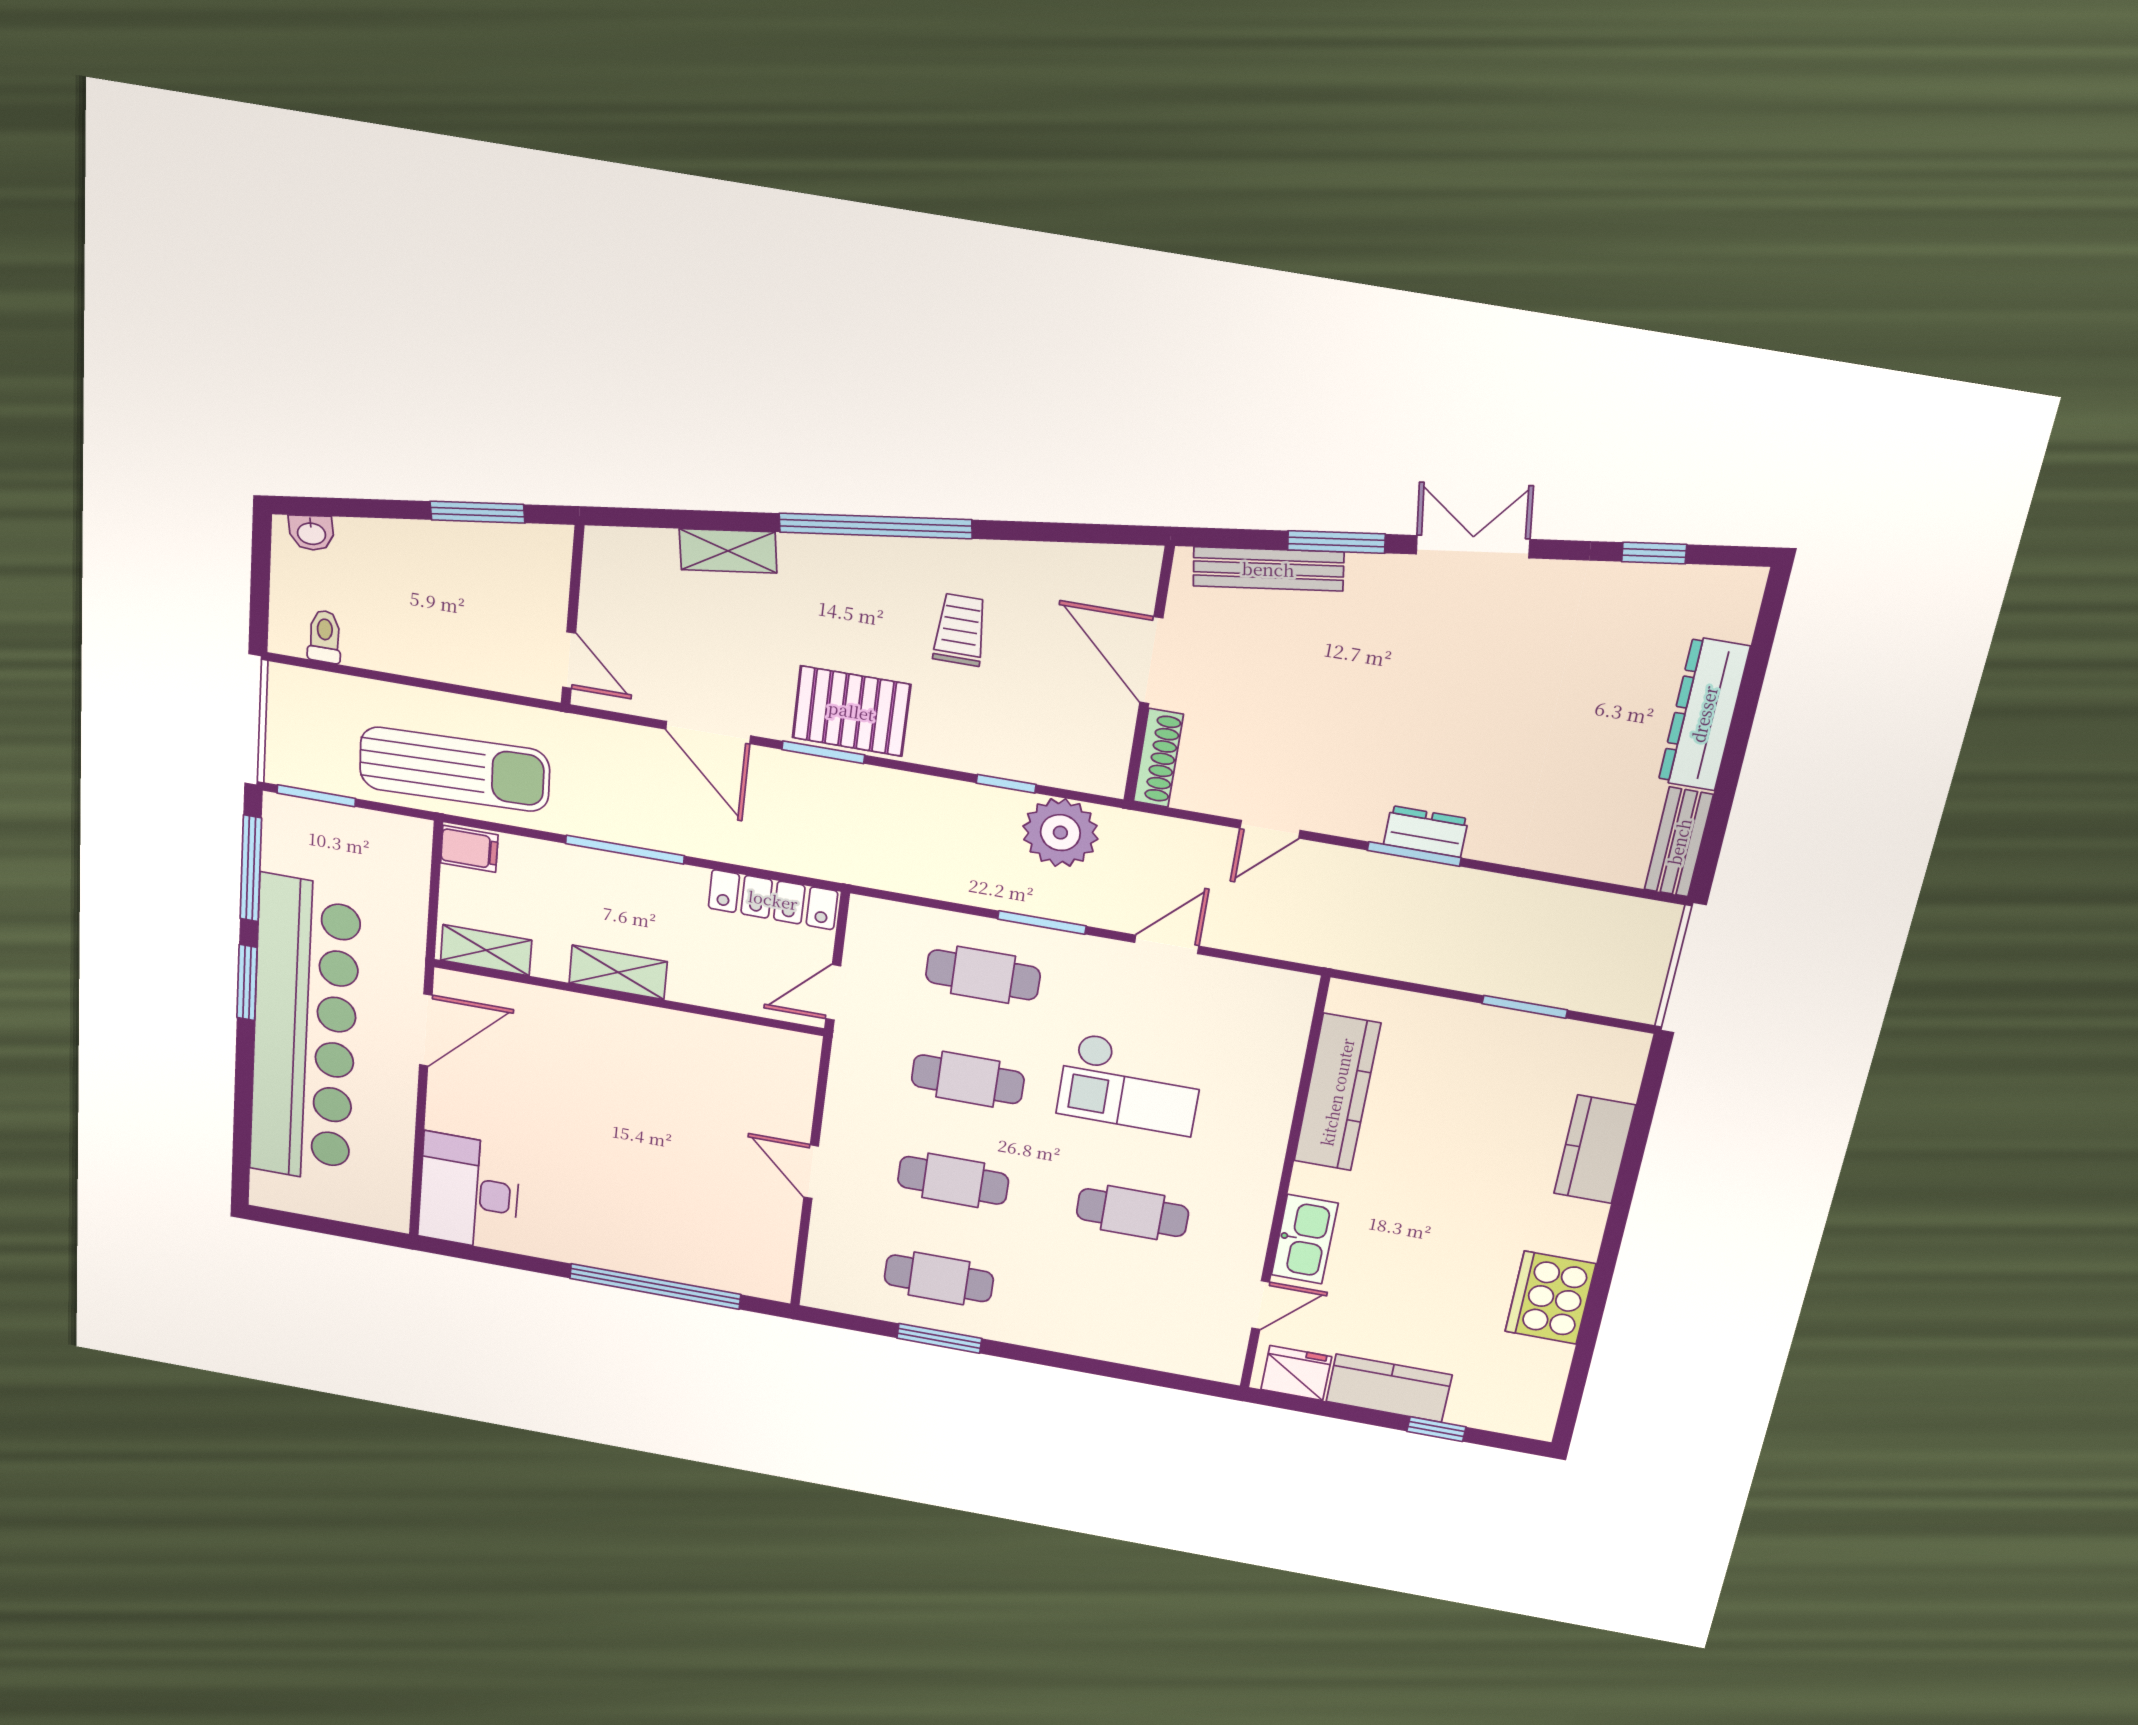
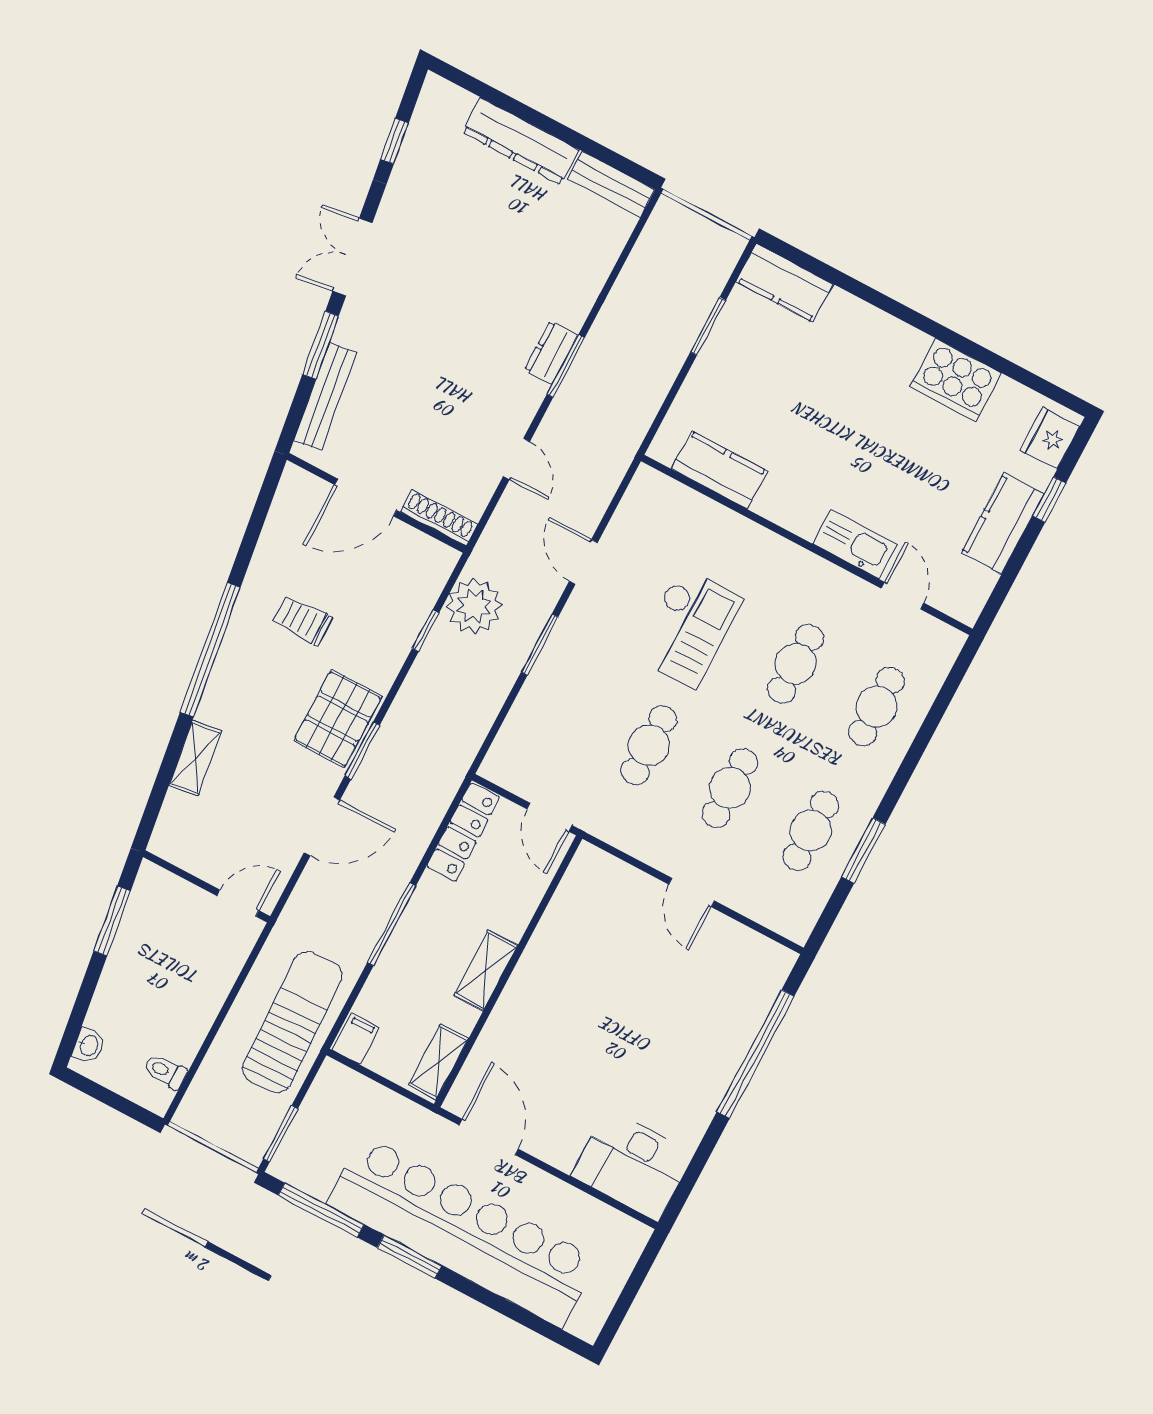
cafe table: (983, 975) -> (876, 707), moved
kitchen counter: (1337, 1092) -> (719, 470), width x0.67
kitchen counter: (1595, 1149) -> (784, 283), moved
door: (811, 1172) -> (692, 893), hinge flipped
fridge: (1296, 1373) -> (1050, 438), moved

